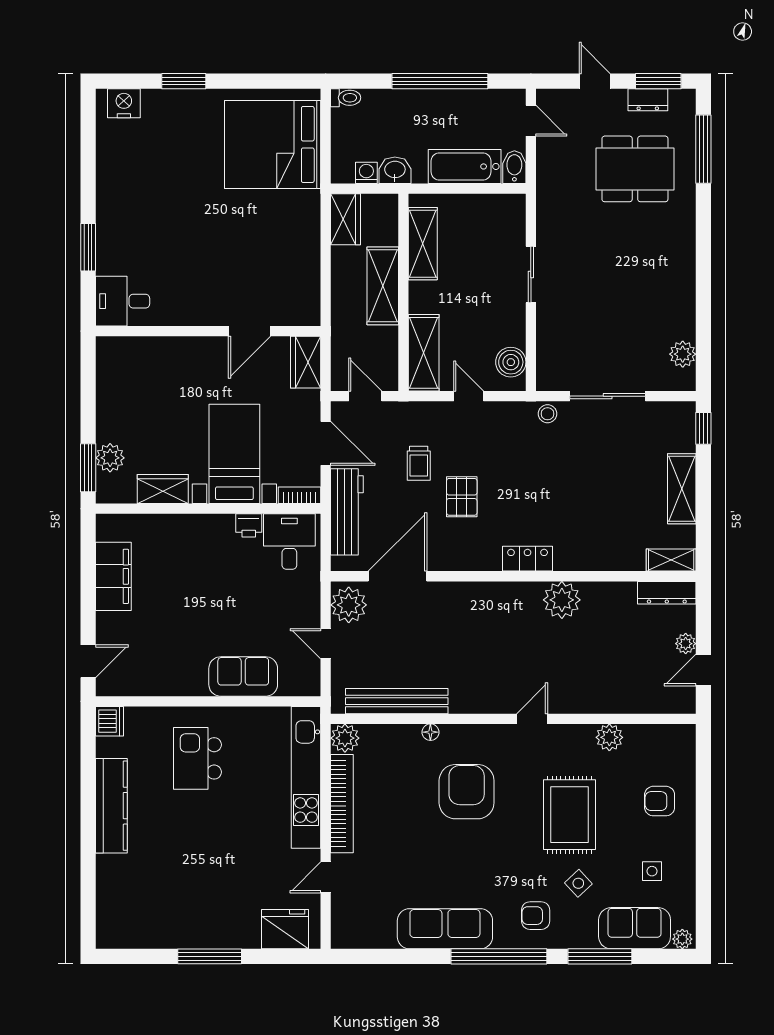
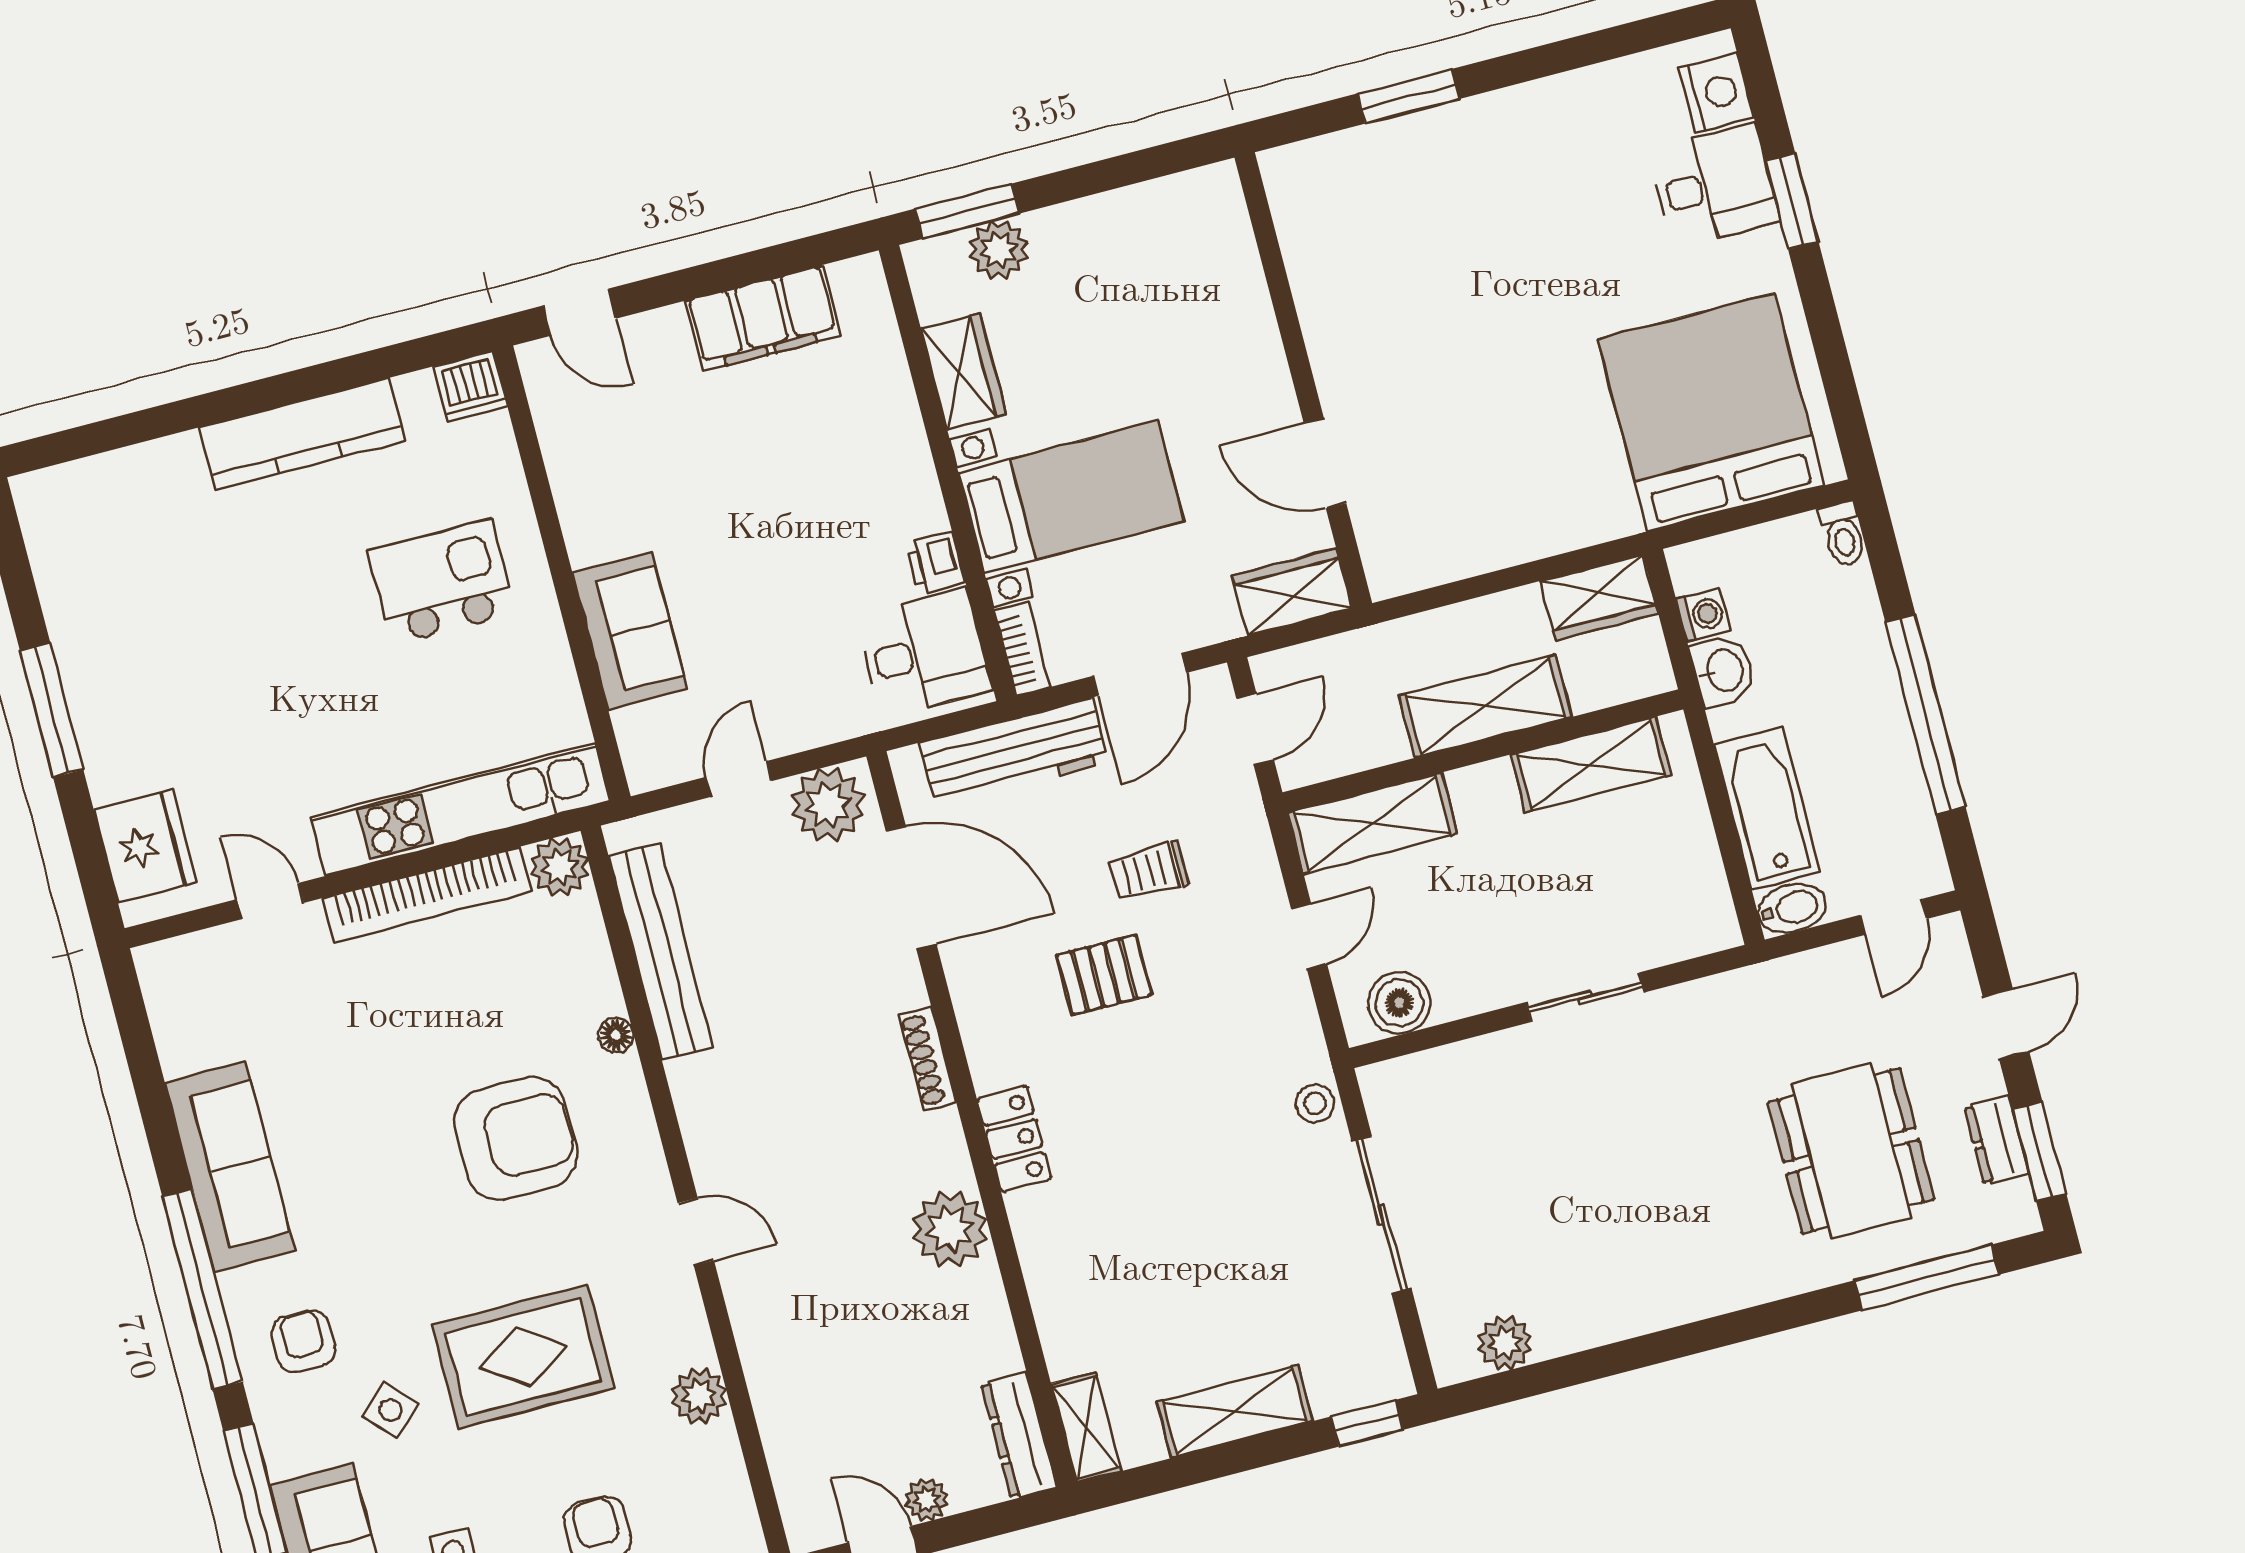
desk: (123, 301) -> (1714, 186), moved, turned 90
shoe rack: (480, 589) -> (928, 1059), added

